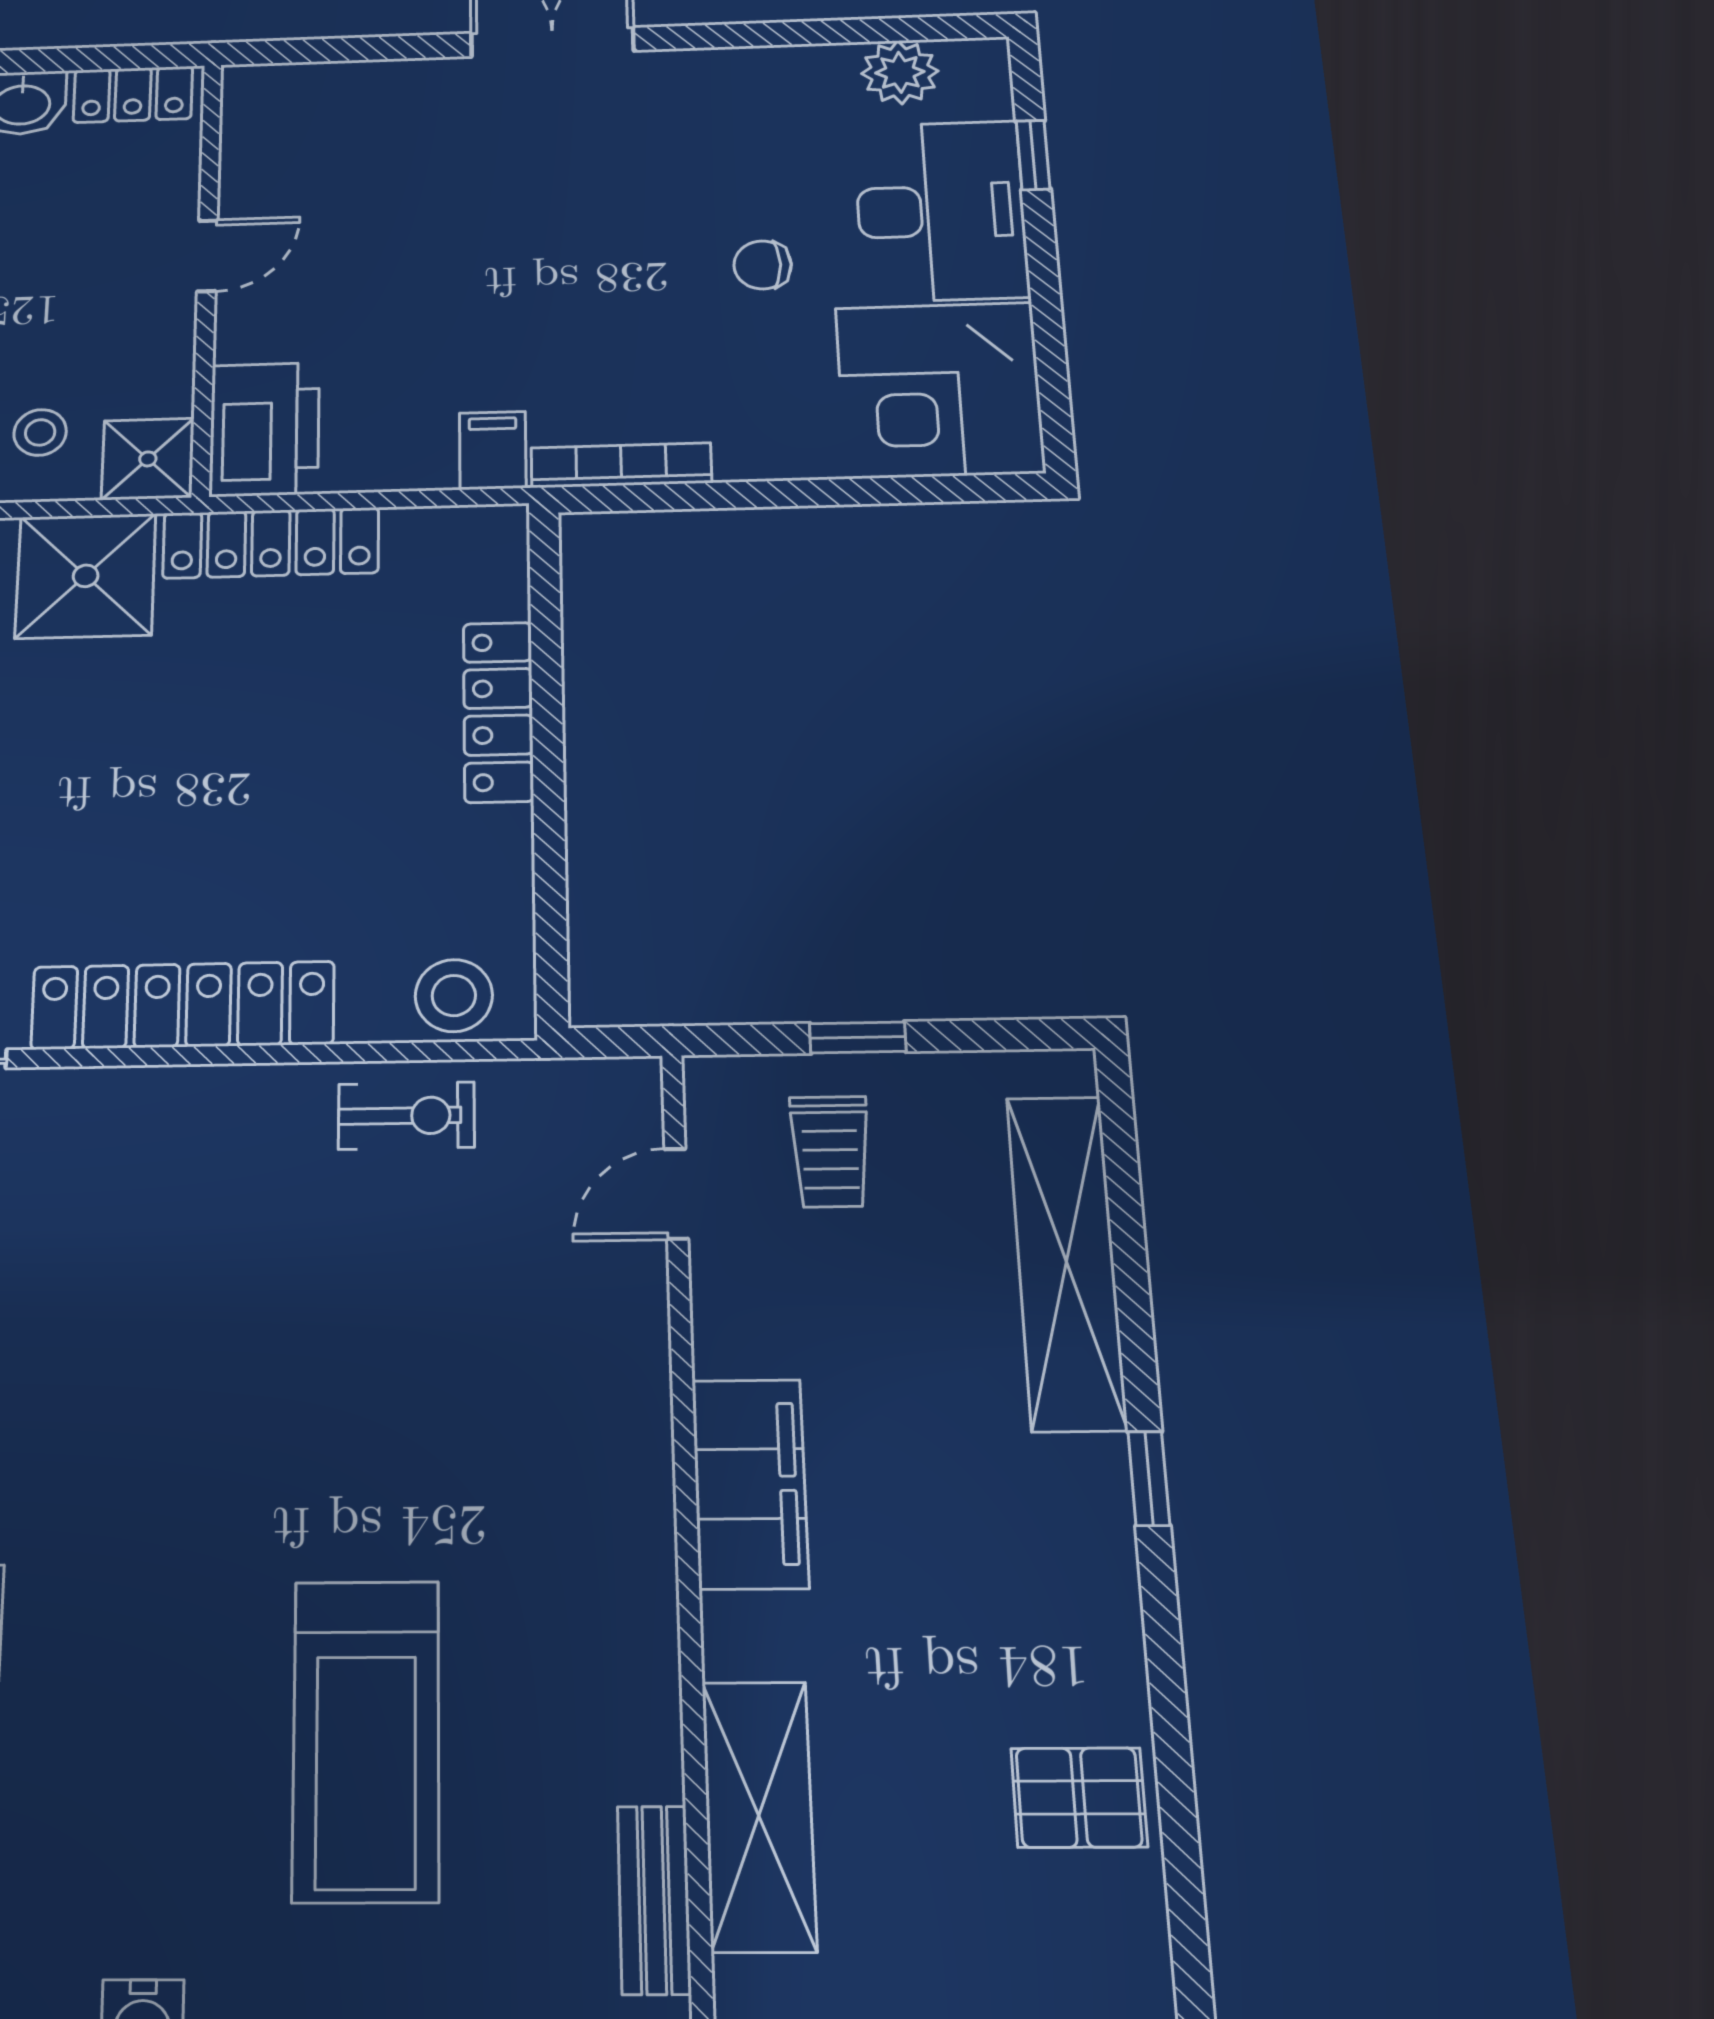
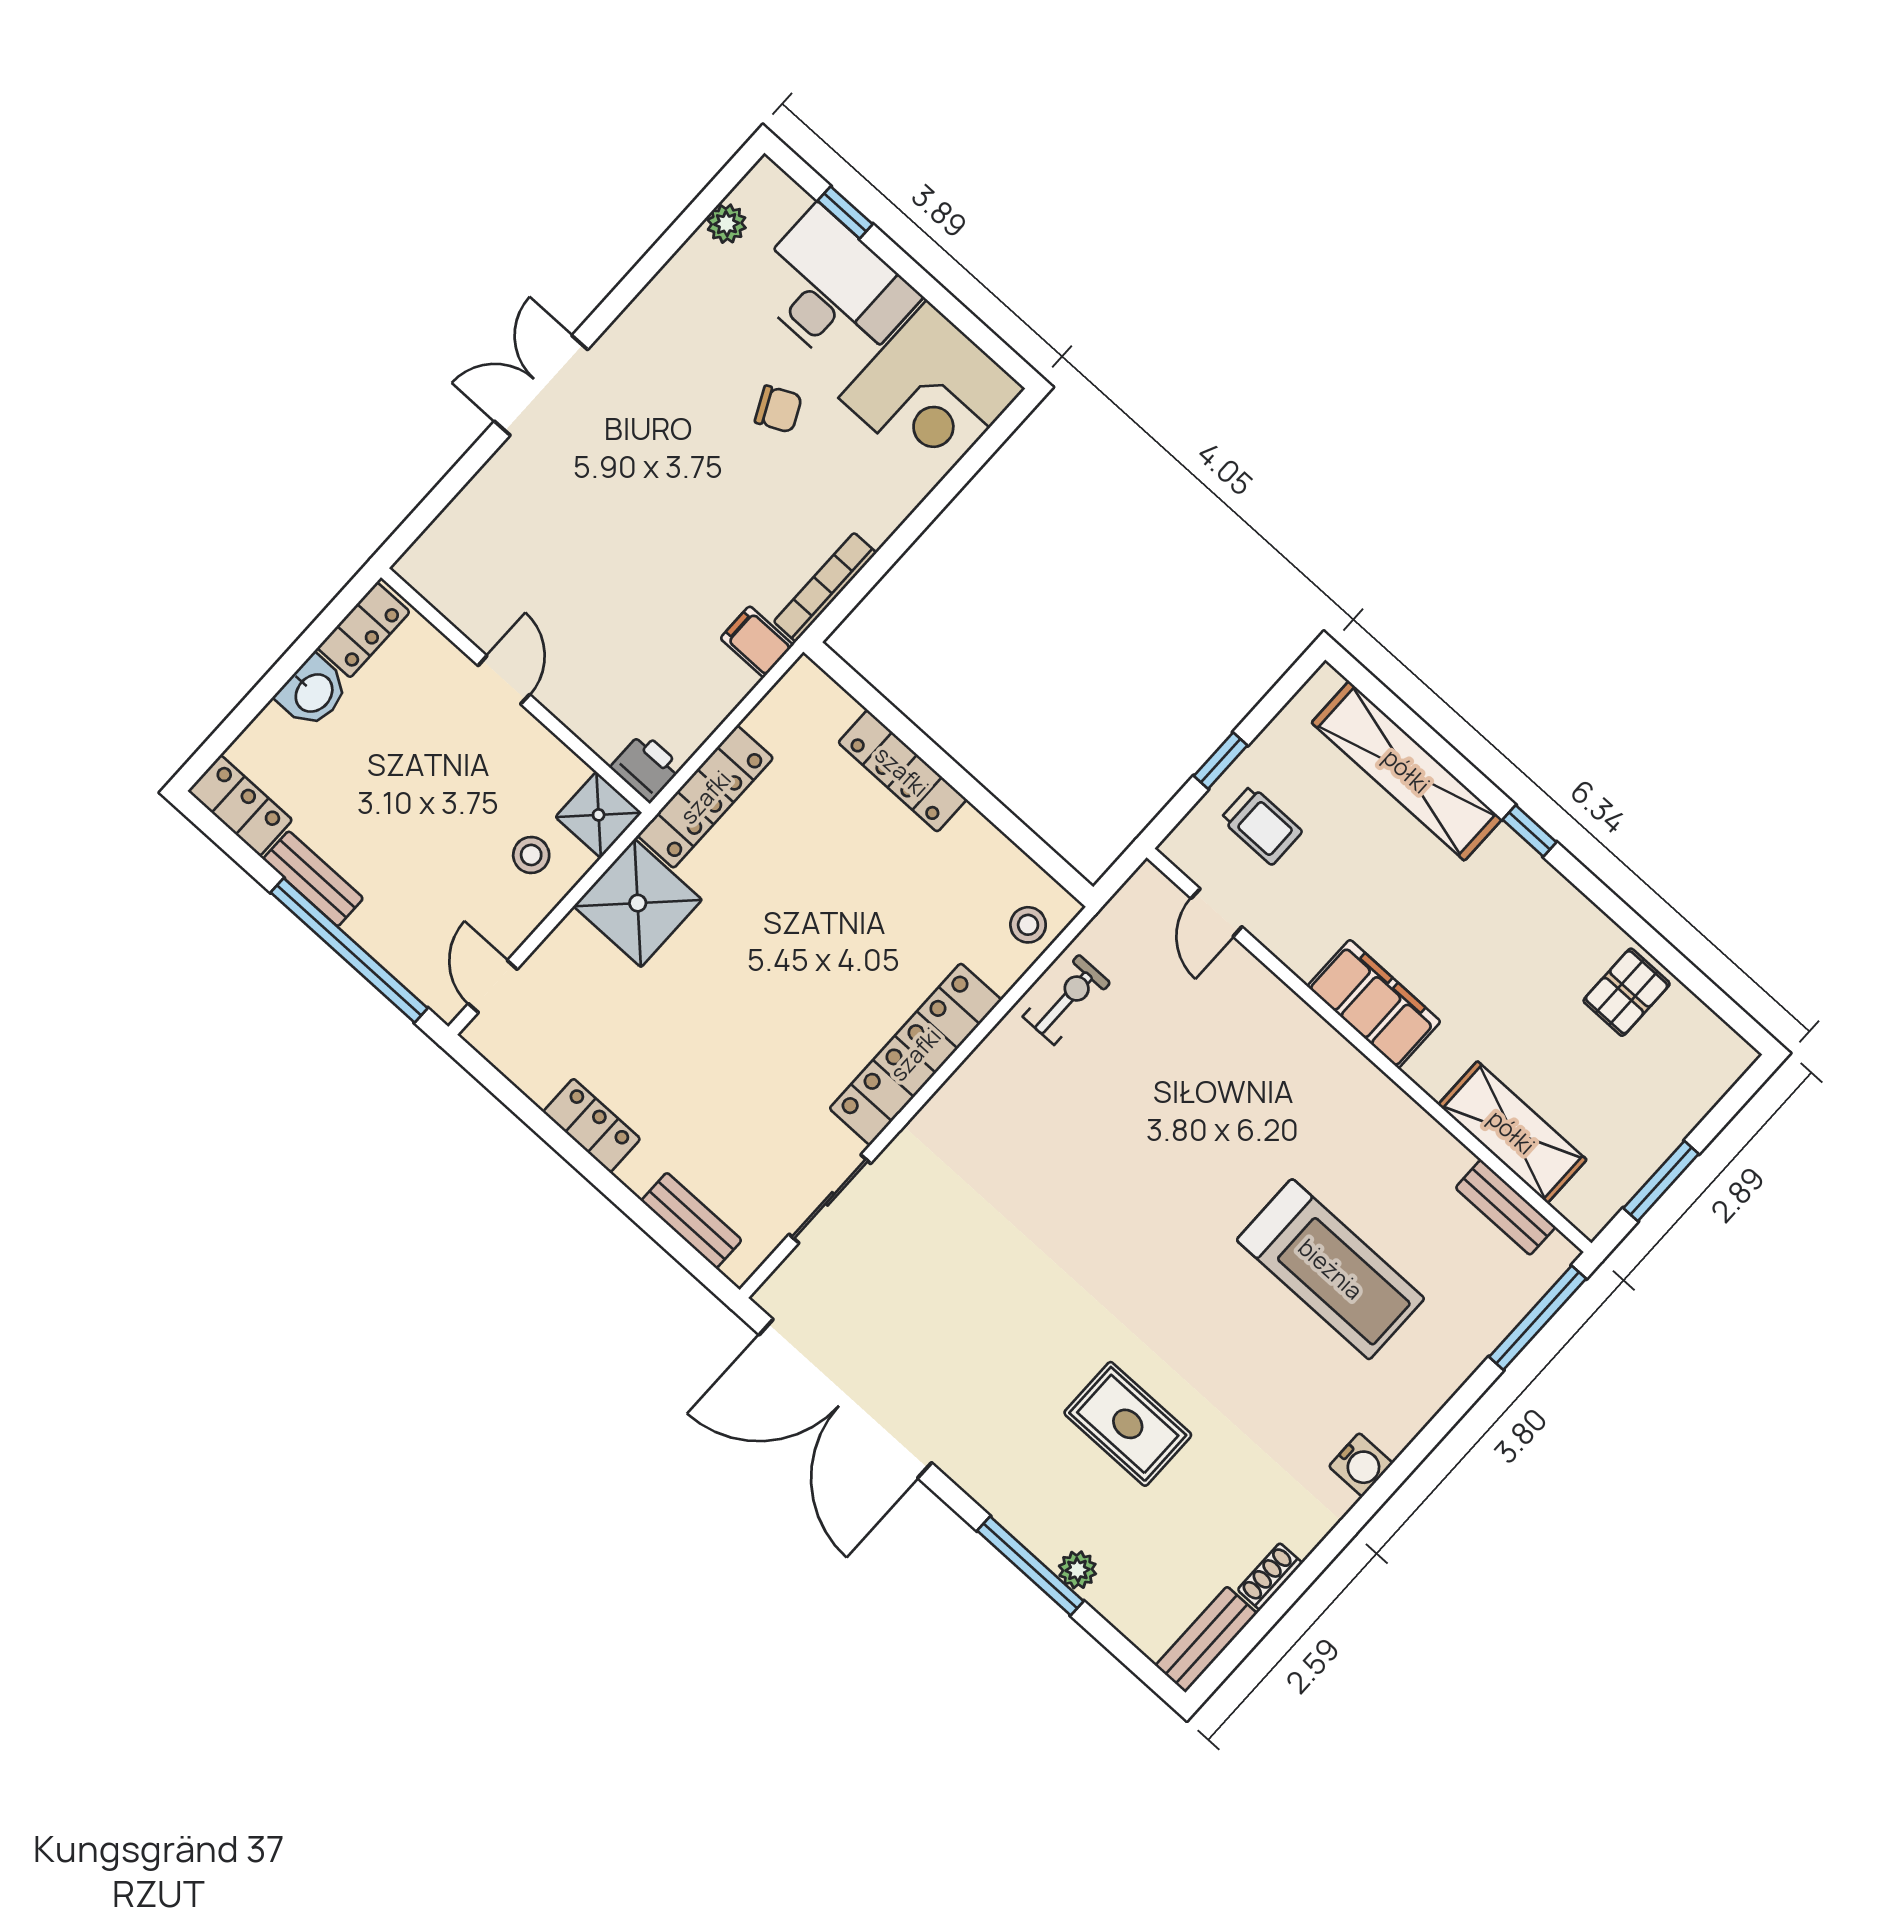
plant: (900, 72) -> (727, 224), width x0.73, depth x0.73
chair: (763, 265) -> (778, 409), turned -116
printer: (264, 429) -> (646, 767), width x0.53, depth x0.68
stool: (454, 996) -> (1028, 925), width x0.73, depth x0.73

